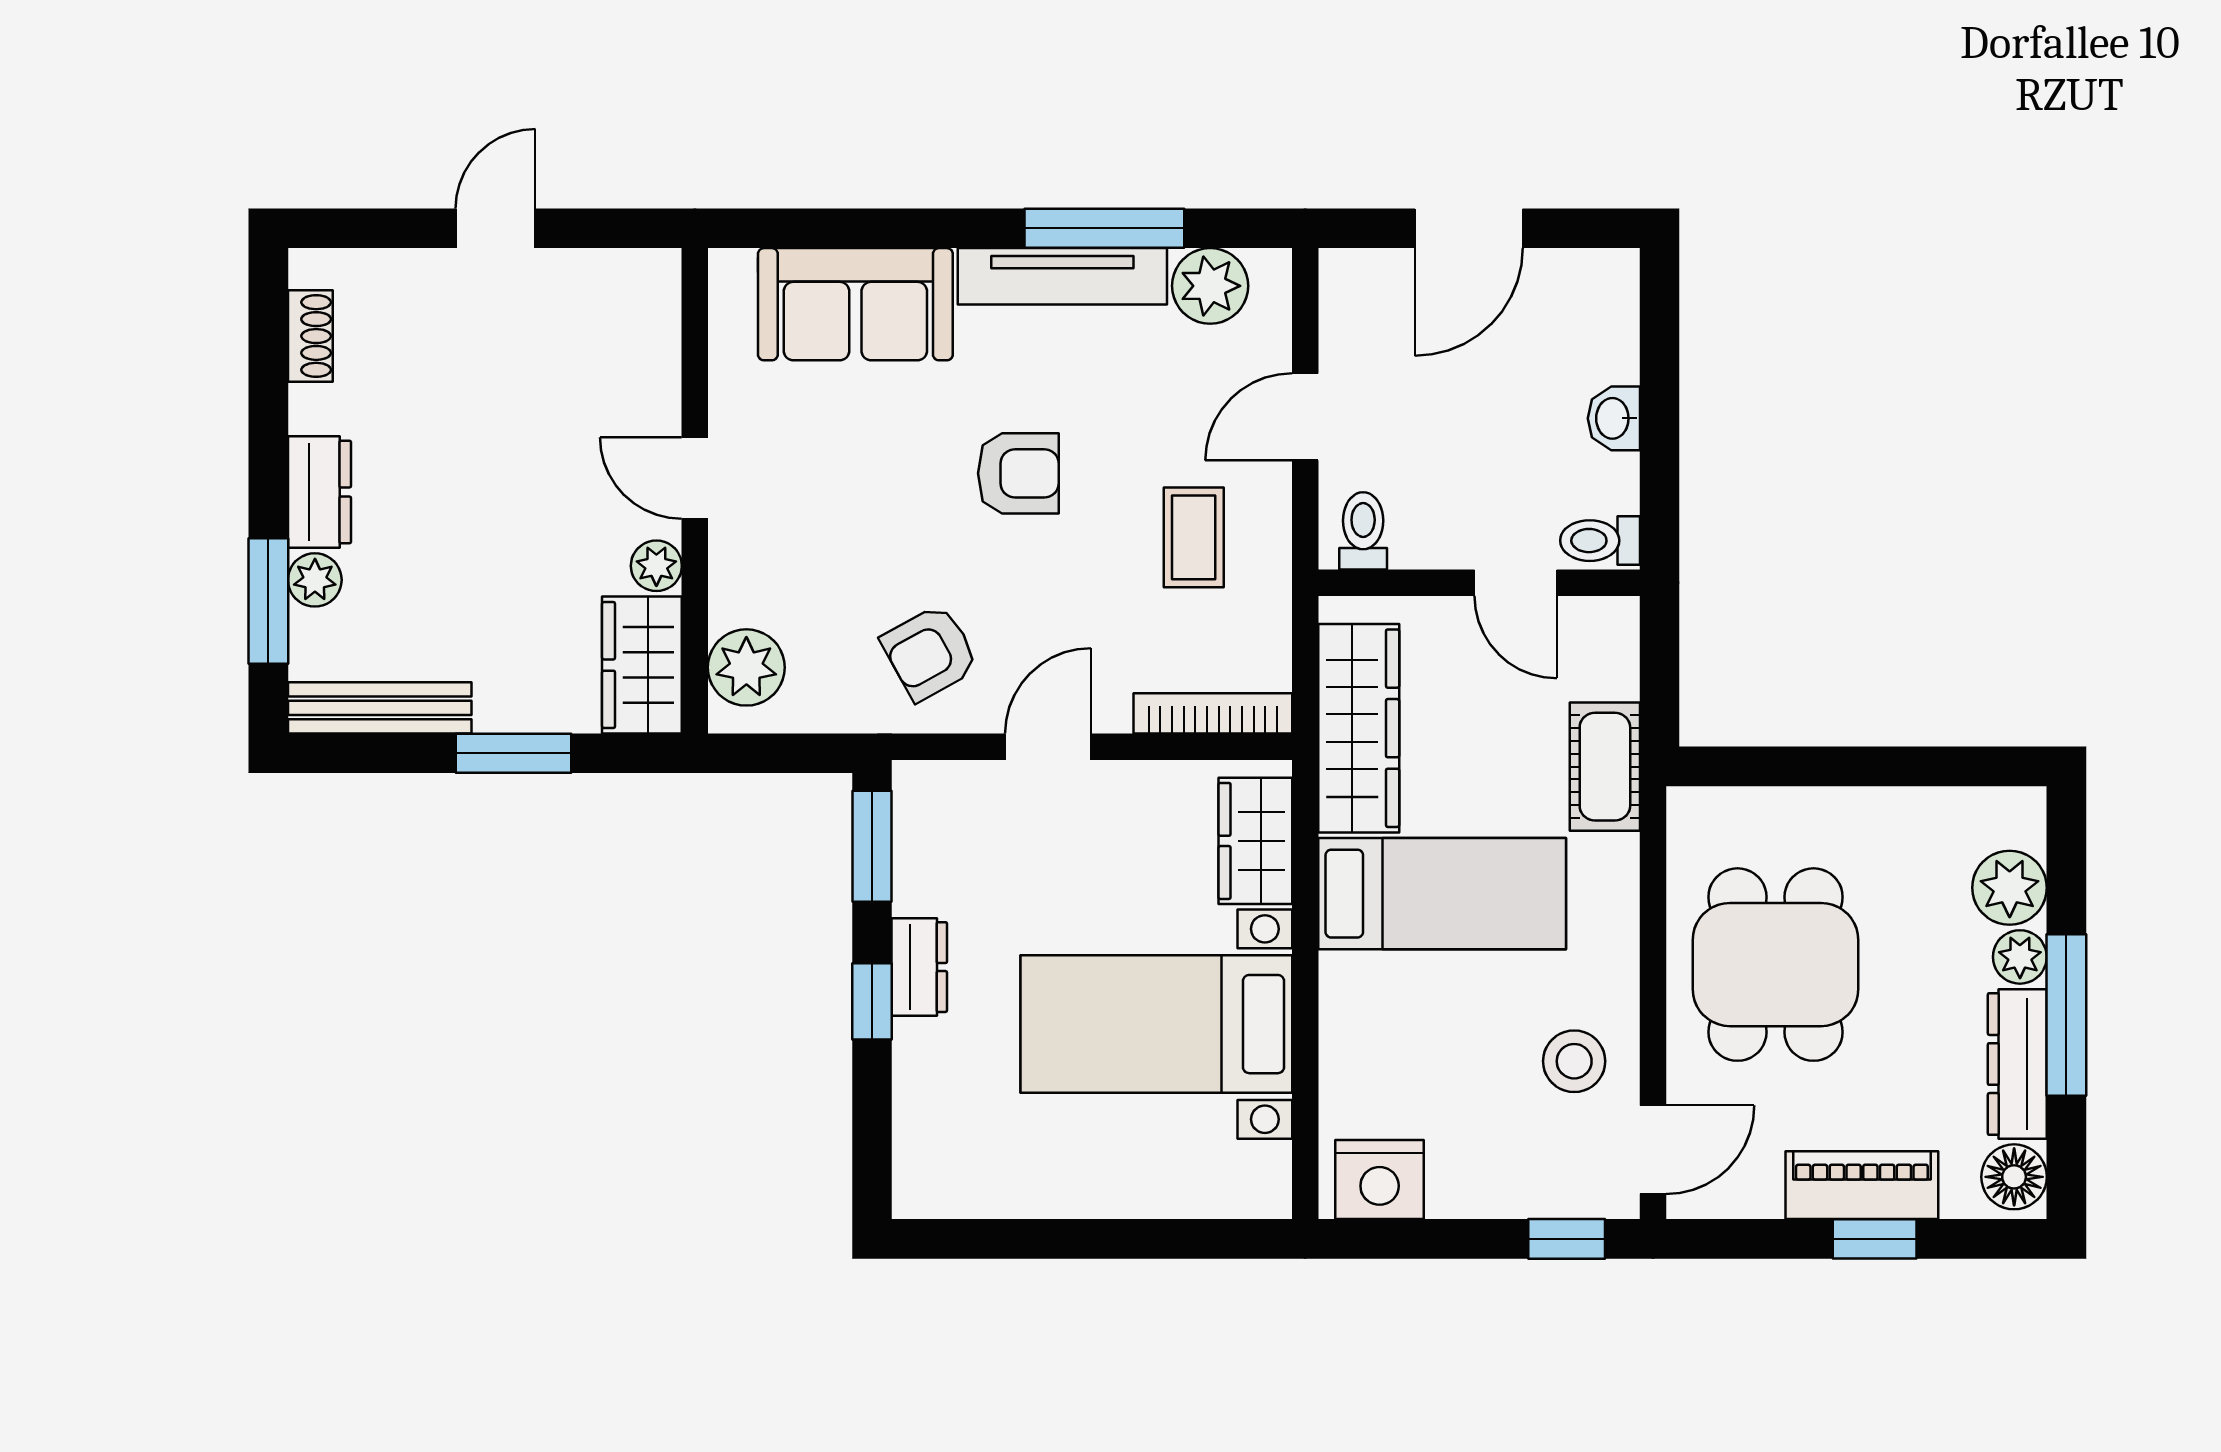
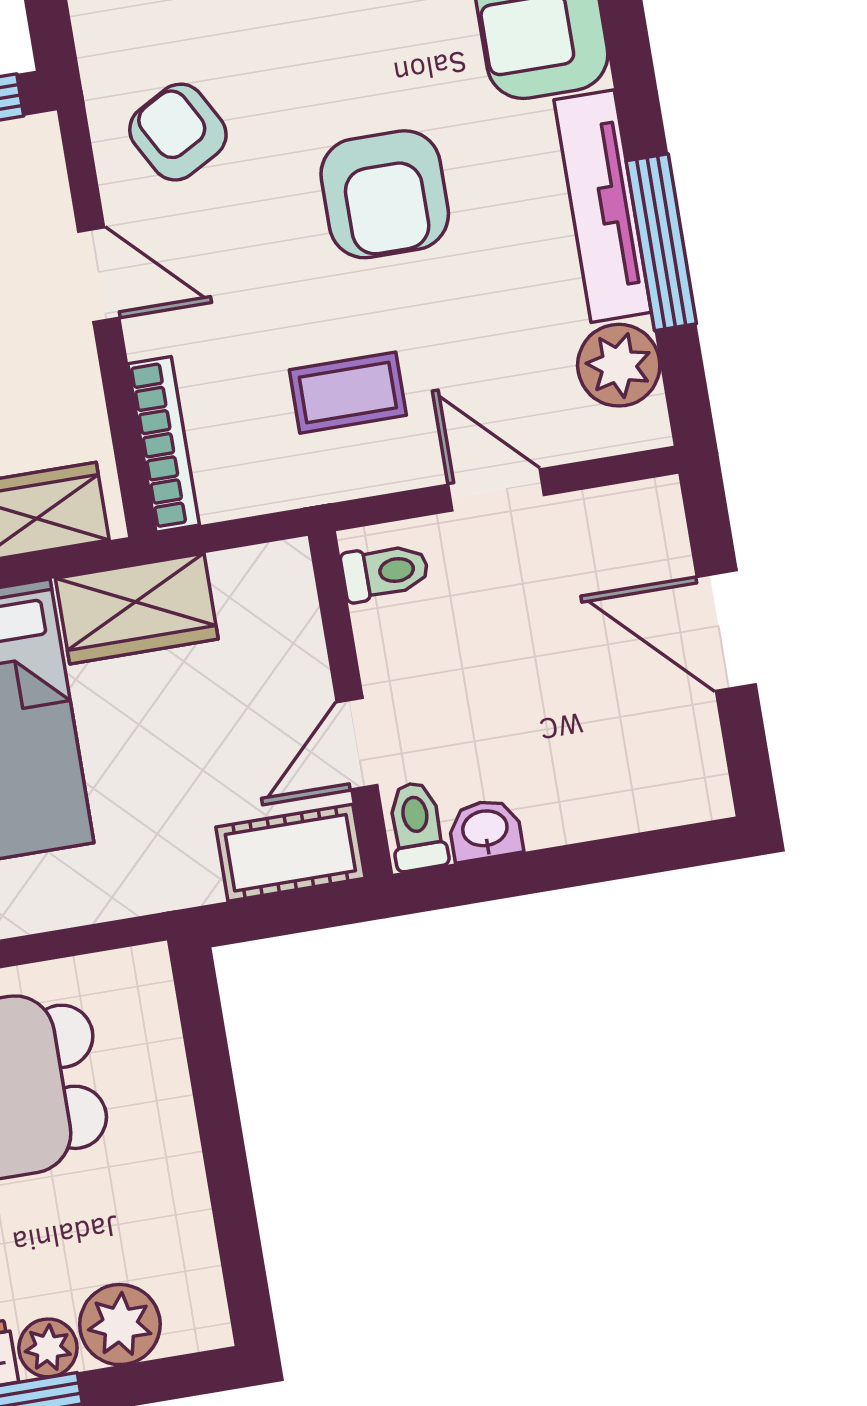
washbasin: (1614, 418) -> (485, 830), moved
armchair: (1018, 473) -> (385, 194), width x1.38, depth x1.38
wardrobe: (1359, 728) -> (137, 609), width x0.67
cot: (1605, 767) -> (290, 853), moved

